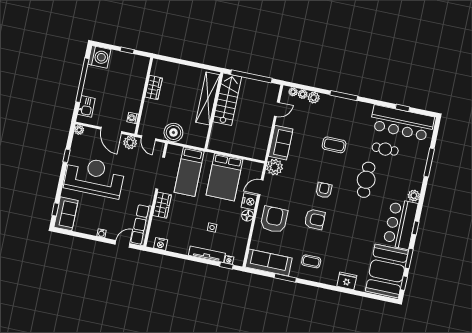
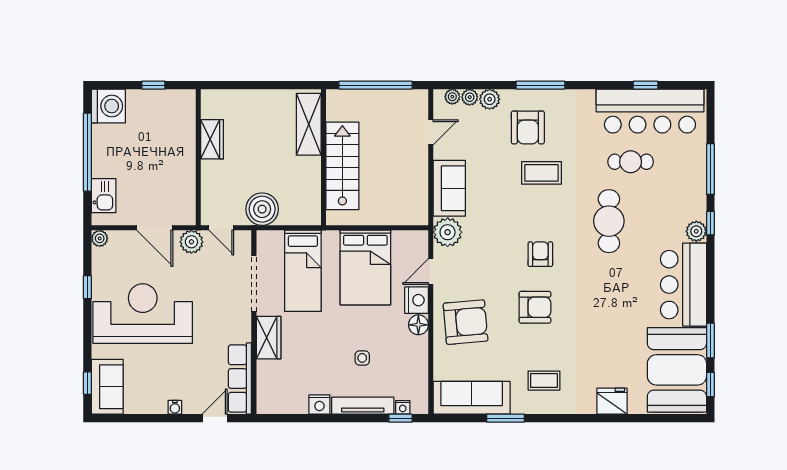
shelving: (208, 99) -> (309, 124), width x0.68
stairs: (227, 99) -> (342, 166), moved
washing machine: (133, 118) -> (187, 199), removed
armchair: (332, 118) -> (528, 127), added
armchair: (274, 220) -> (466, 322), turned 85
window: (415, 228) -> (710, 223), moved
nightstand: (161, 244) -> (319, 404), moved

